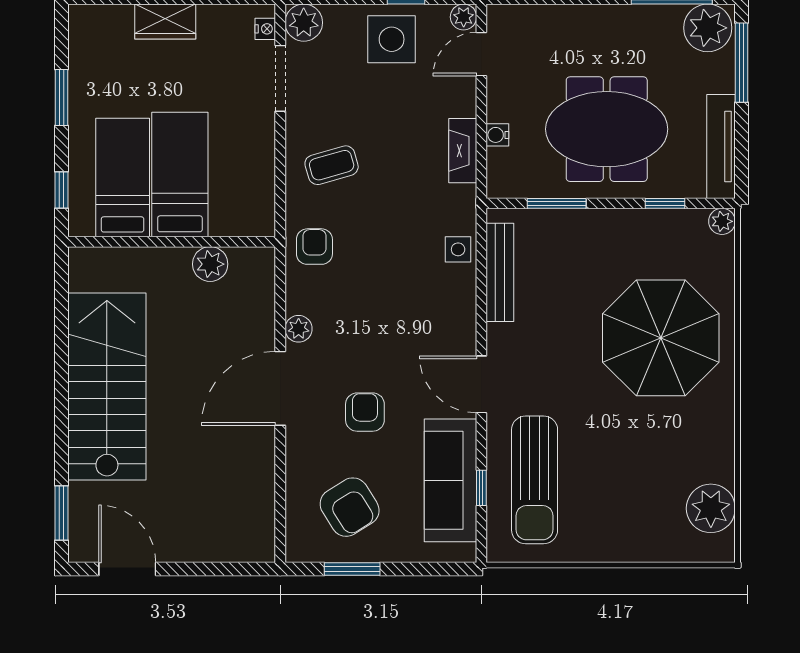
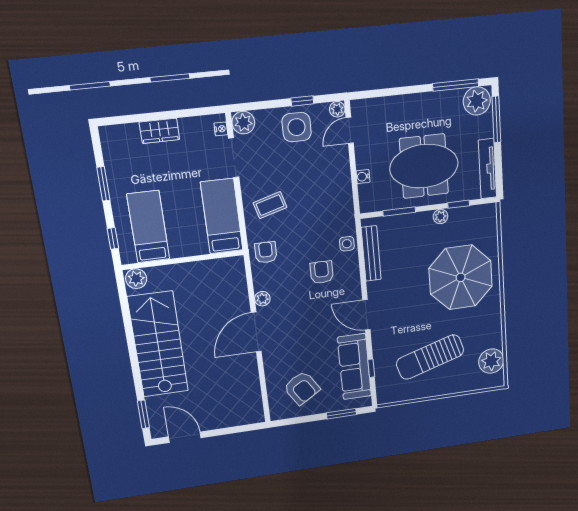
fireplace: (463, 151) -> (344, 188), removed
bed: (180, 175) -> (222, 216), moved
plant: (722, 221) -> (440, 216), moved
plant: (210, 264) -> (136, 279), moved
armchair: (365, 412) -> (322, 272), moved
sun lounger: (535, 480) -> (430, 357), moved, turned 73
window: (352, 569) -> (341, 414), moved

